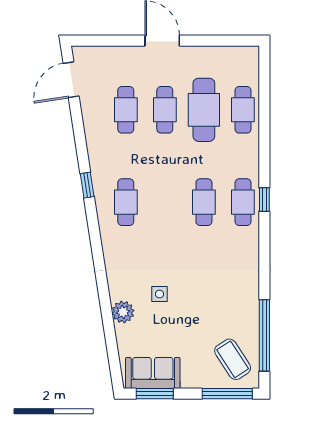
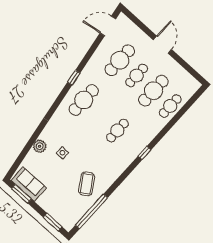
cafe table: (126, 110) -> (120, 60), width x1.37, depth x1.35
cafe table: (126, 202) -> (84, 100), width x1.37, depth x1.35
cafe table: (243, 202) -> (134, 146), removed
coffee table: (233, 359) -> (87, 184), moved
window: (227, 394) -> (53, 222), width x0.69

